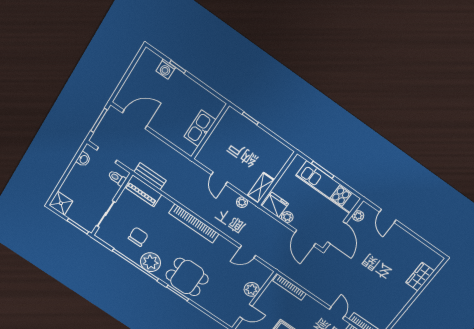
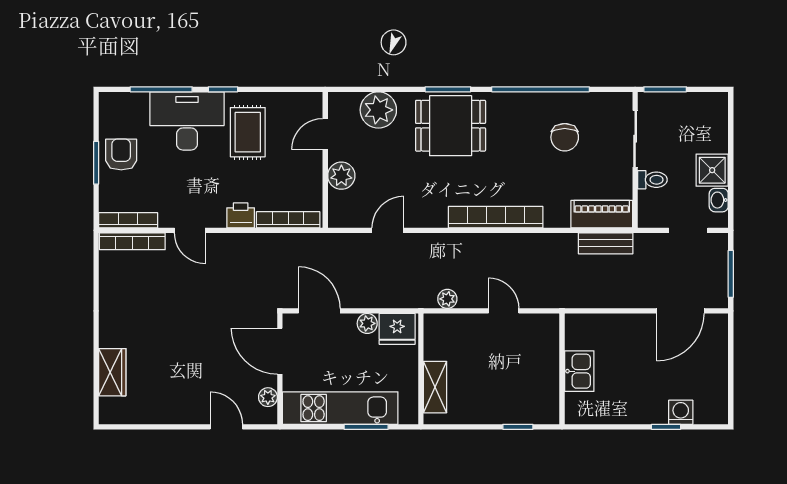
kitchen sink: (200, 128) -> (579, 371), width x0.73
toilet: (117, 178) -> (652, 180), moved
shelving: (261, 188) -> (435, 387), moved
shower: (61, 203) -> (712, 170), moved
plant: (151, 262) -> (378, 110), moved
printer: (309, 304) -> (241, 215), added

